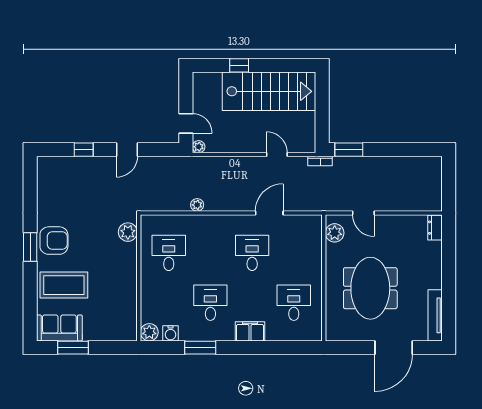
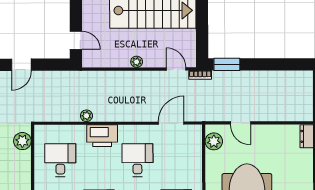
plant: (199, 147) -> (137, 62), moved
door: (277, 155) -> (176, 69), moved
door: (269, 213) -> (171, 123), moved
printer: (214, 226) -> (102, 136), added

